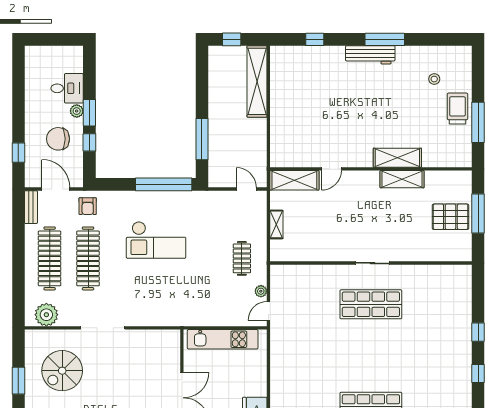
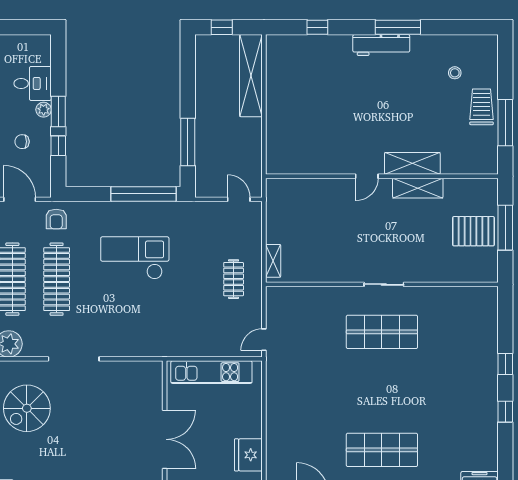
chair: (58, 139) -> (22, 142), width x0.54, depth x0.54
door: (331, 169) -> (367, 176), moved
shelving: (294, 180) -> (294, 189), removed
shelving: (276, 224) -> (273, 261), moved
checkout: (156, 240) -> (135, 258), turned 180
plant: (261, 291) -> (255, 317), removed

